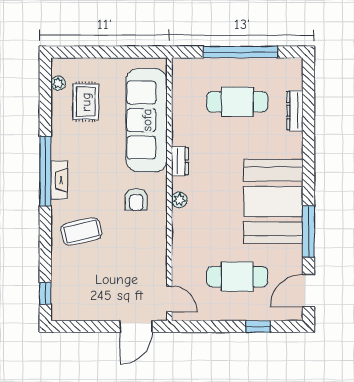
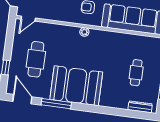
cafe table: (237, 102) -> (136, 73), width x0.73, depth x0.74
dresser: (295, 111) -> (140, 107), moved
dresser: (180, 161) -> (106, 35), removed

